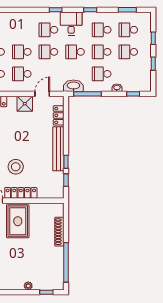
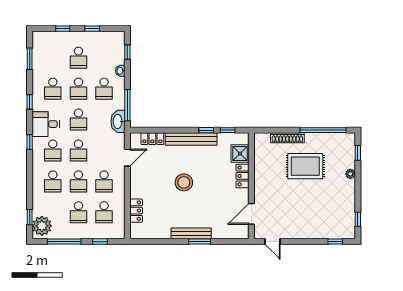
school desk: (128, 30) -> (53, 181), moved
door: (42, 94) -> (127, 158), swing flipped
shower: (25, 104) -> (240, 154), moved
stool: (16, 167) -> (184, 182), moved
locker: (21, 193) -> (242, 176), width x0.66
rug: (18, 221) -> (305, 166), moved

